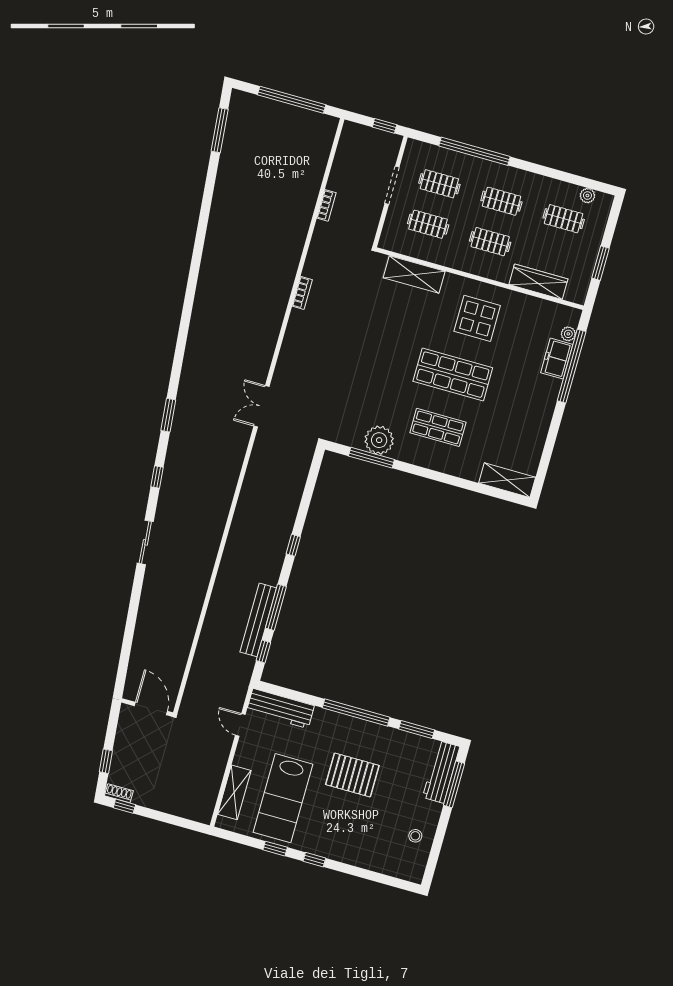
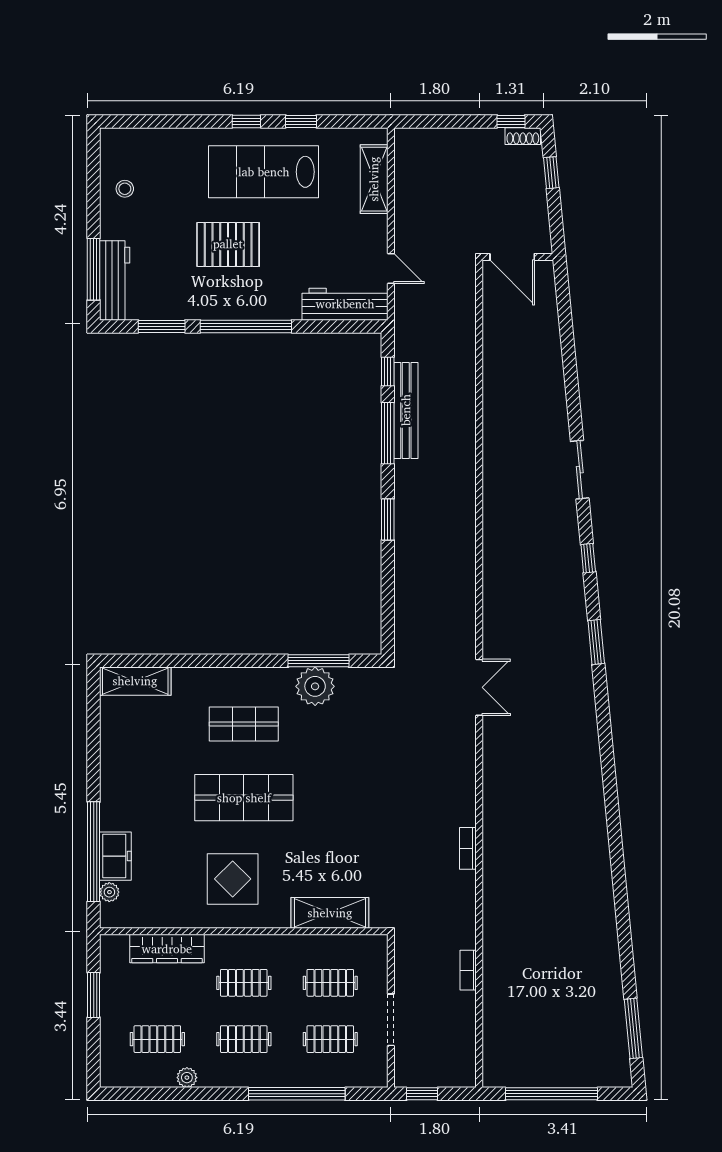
plant: (587, 196) -> (187, 1078), moved
window: (293, 545) -> (388, 519), width x1.50
lab bench: (283, 798) -> (264, 172), moved, turned -90

